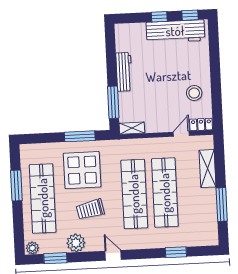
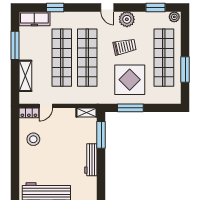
freezer: (200, 238) -> (34, 19), added
plant: (76, 243) -> (127, 19), moved

